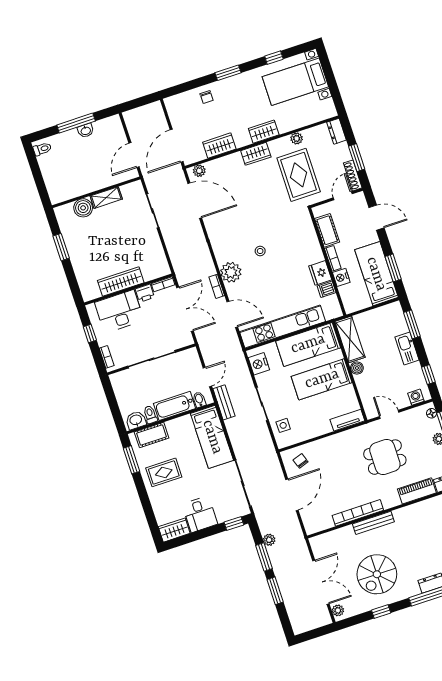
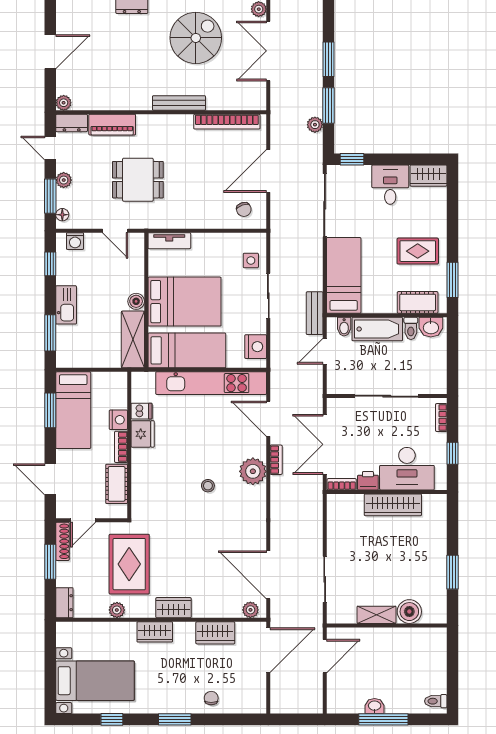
bed: (322, 379) -> (184, 302), width x1.50
bookcase: (358, 513) -> (227, 122), moved

